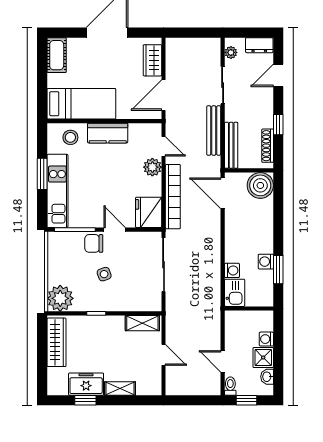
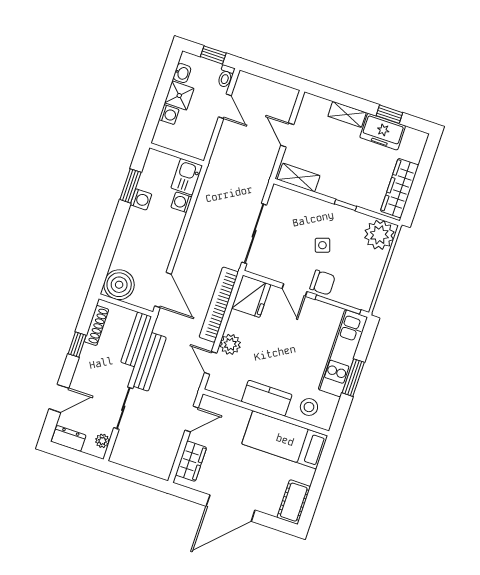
door: (164, 95) -> (192, 419), width x0.73

